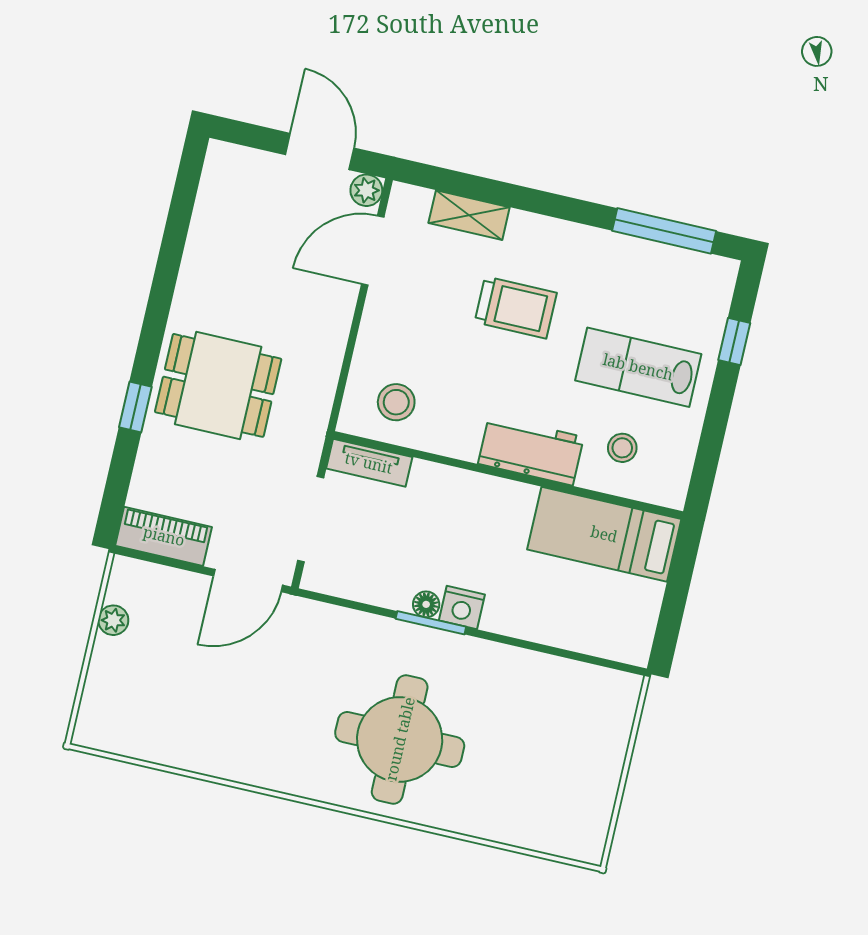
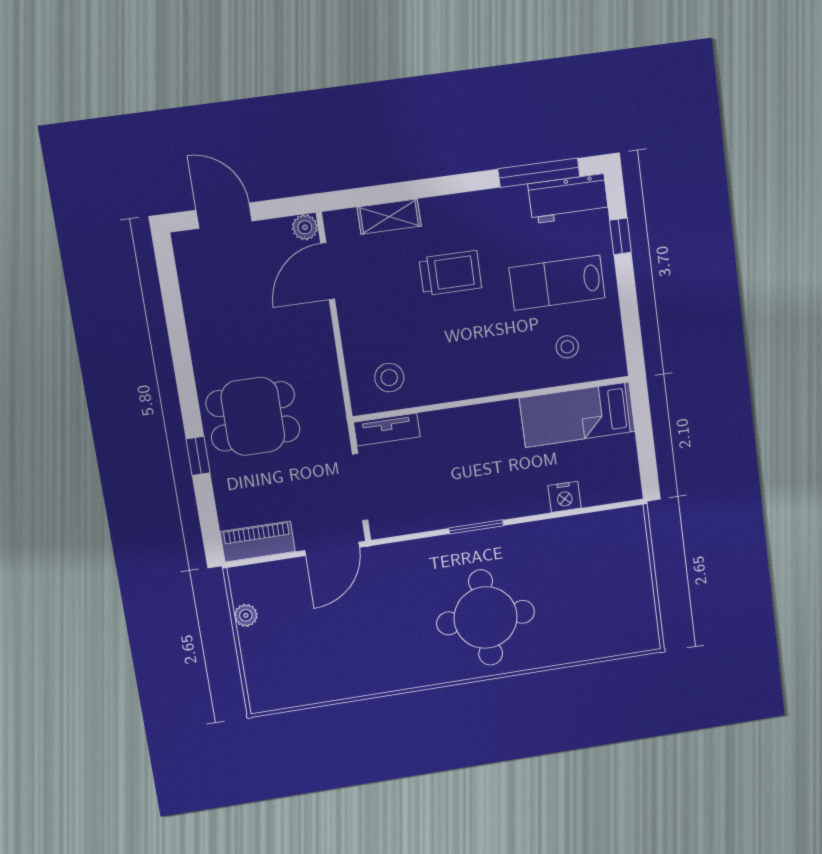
door: (320, 151) -> (224, 216), moved
workbench: (531, 450) -> (568, 199), moved, turned 180
floor lamp: (426, 604) -> (468, 515), removed
nightstand: (462, 608) -> (565, 497), moved

